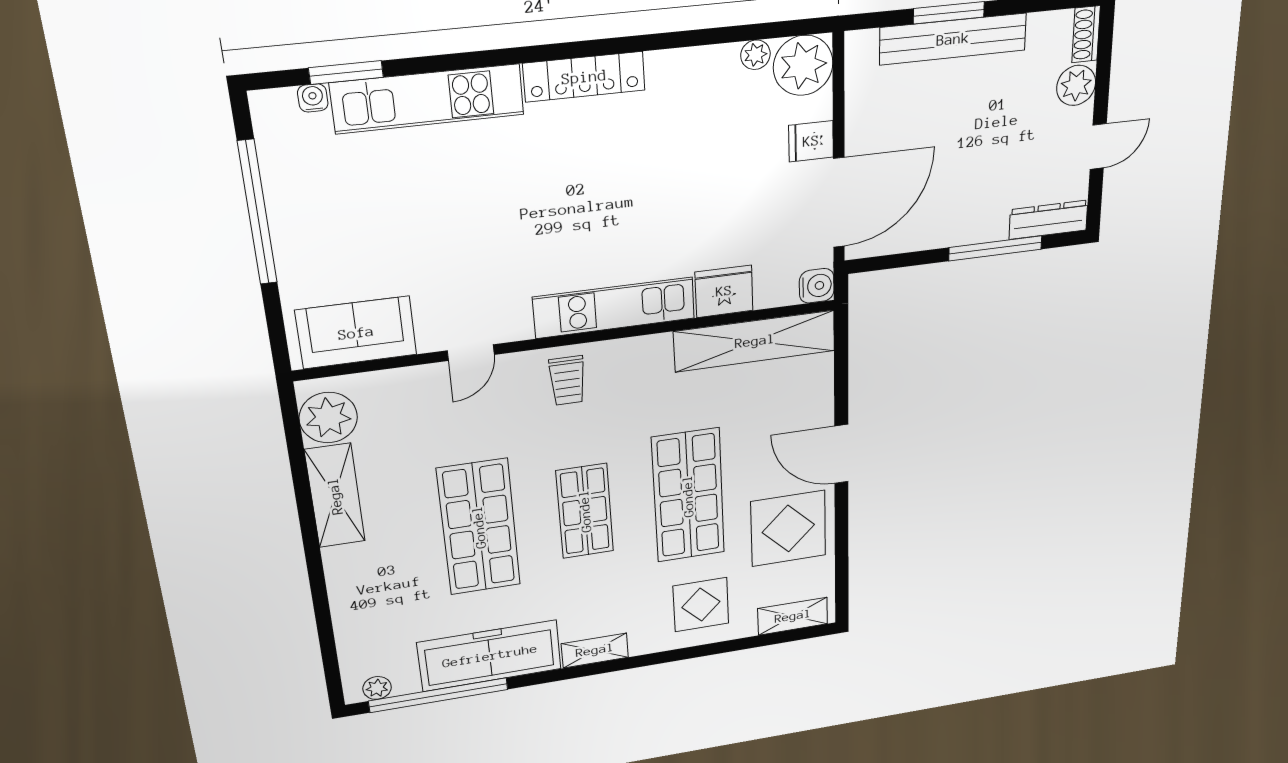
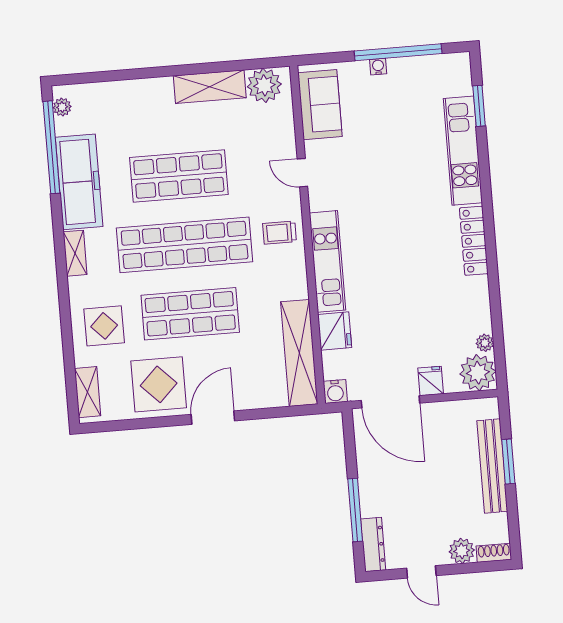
water cooler: (313, 98) -> (378, 67), moved, turned -90
shop shelf: (585, 511) -> (185, 245), width x2.00, depth x1.36

